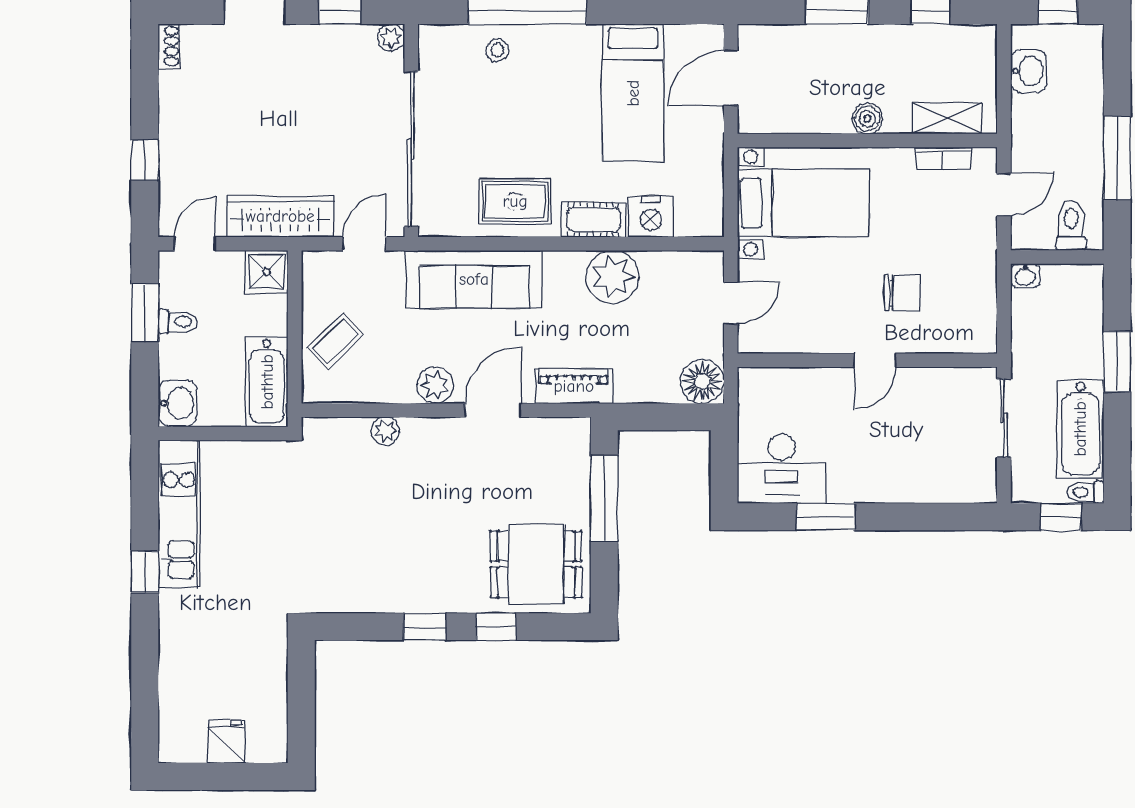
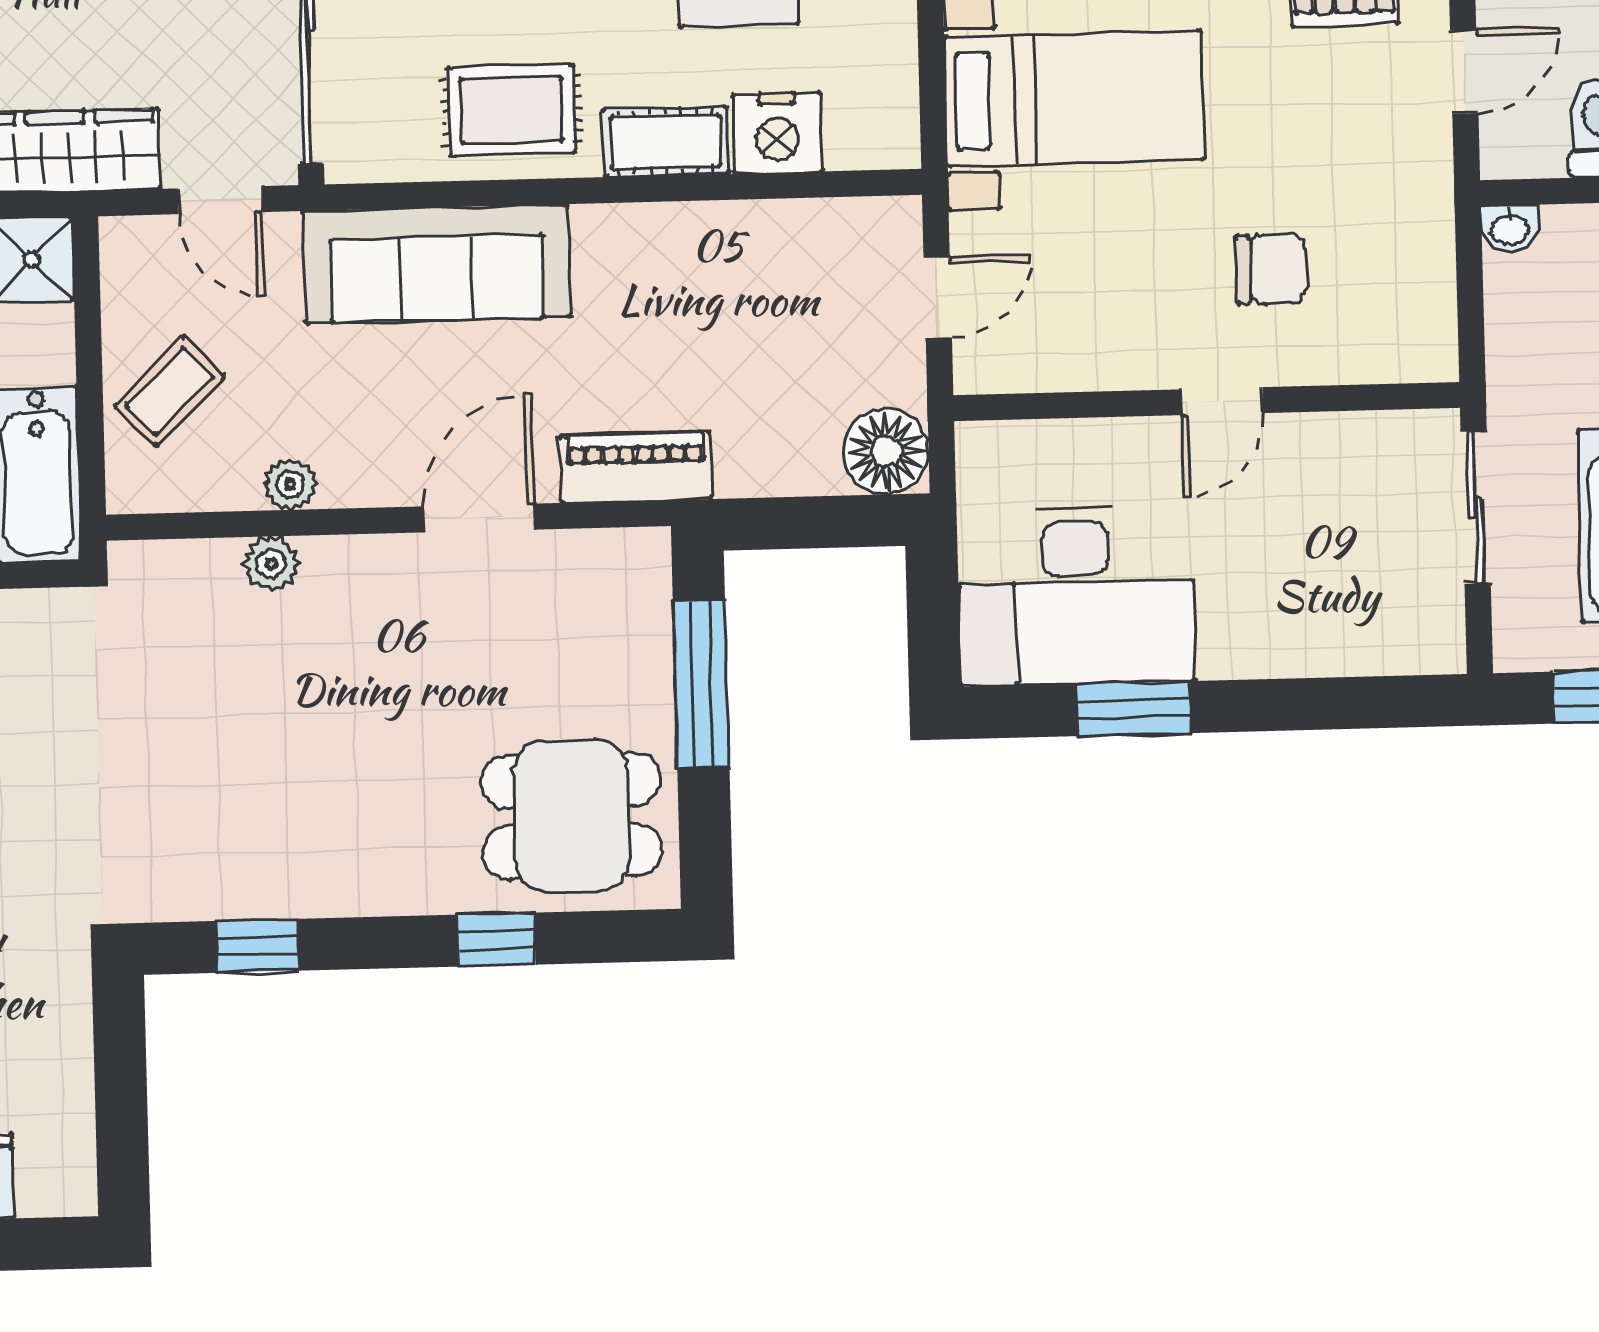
door: (364, 244) -> (220, 200), swing flipped
plant: (613, 277) -> (706, 252), removed
plant: (435, 385) -> (290, 484), moved, width x0.73, depth x0.73
desk: (782, 469) -> (1076, 596), width x1.36, depth x1.30
window: (425, 627) -> (258, 946), moved

